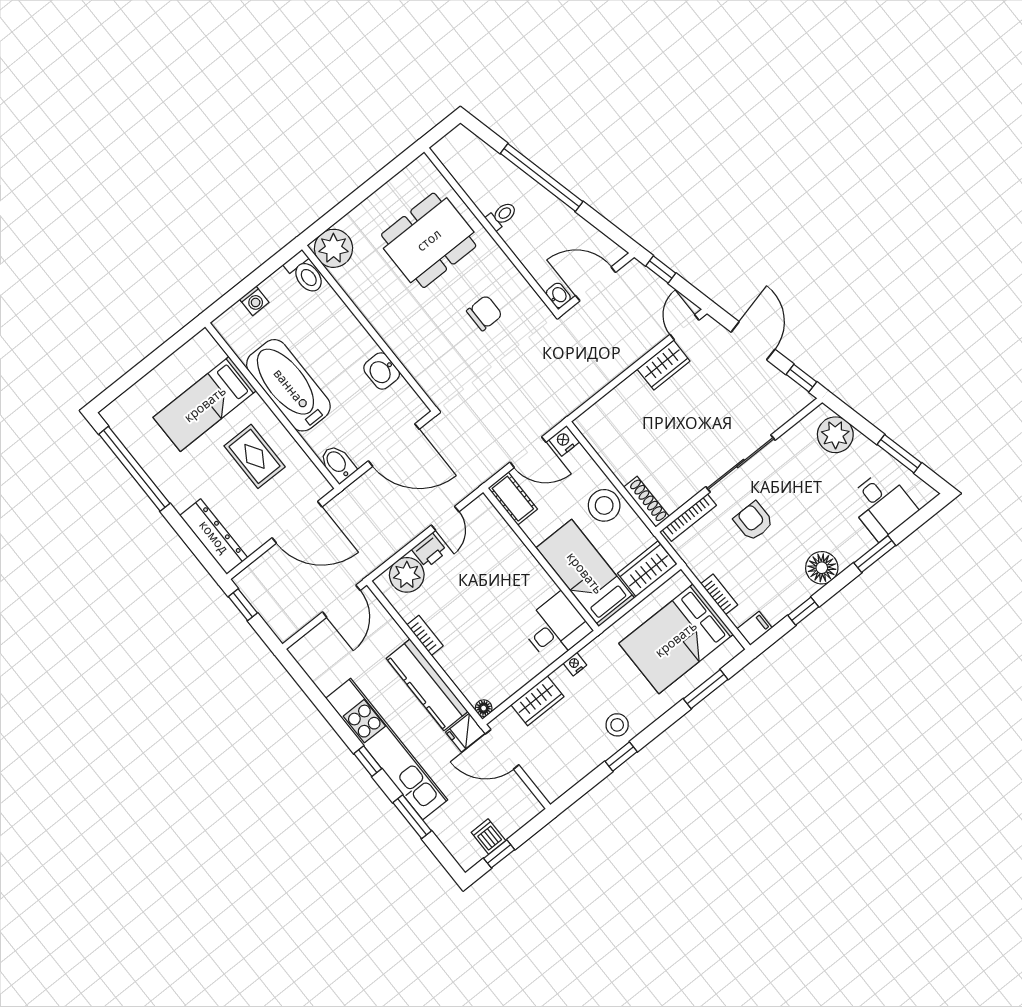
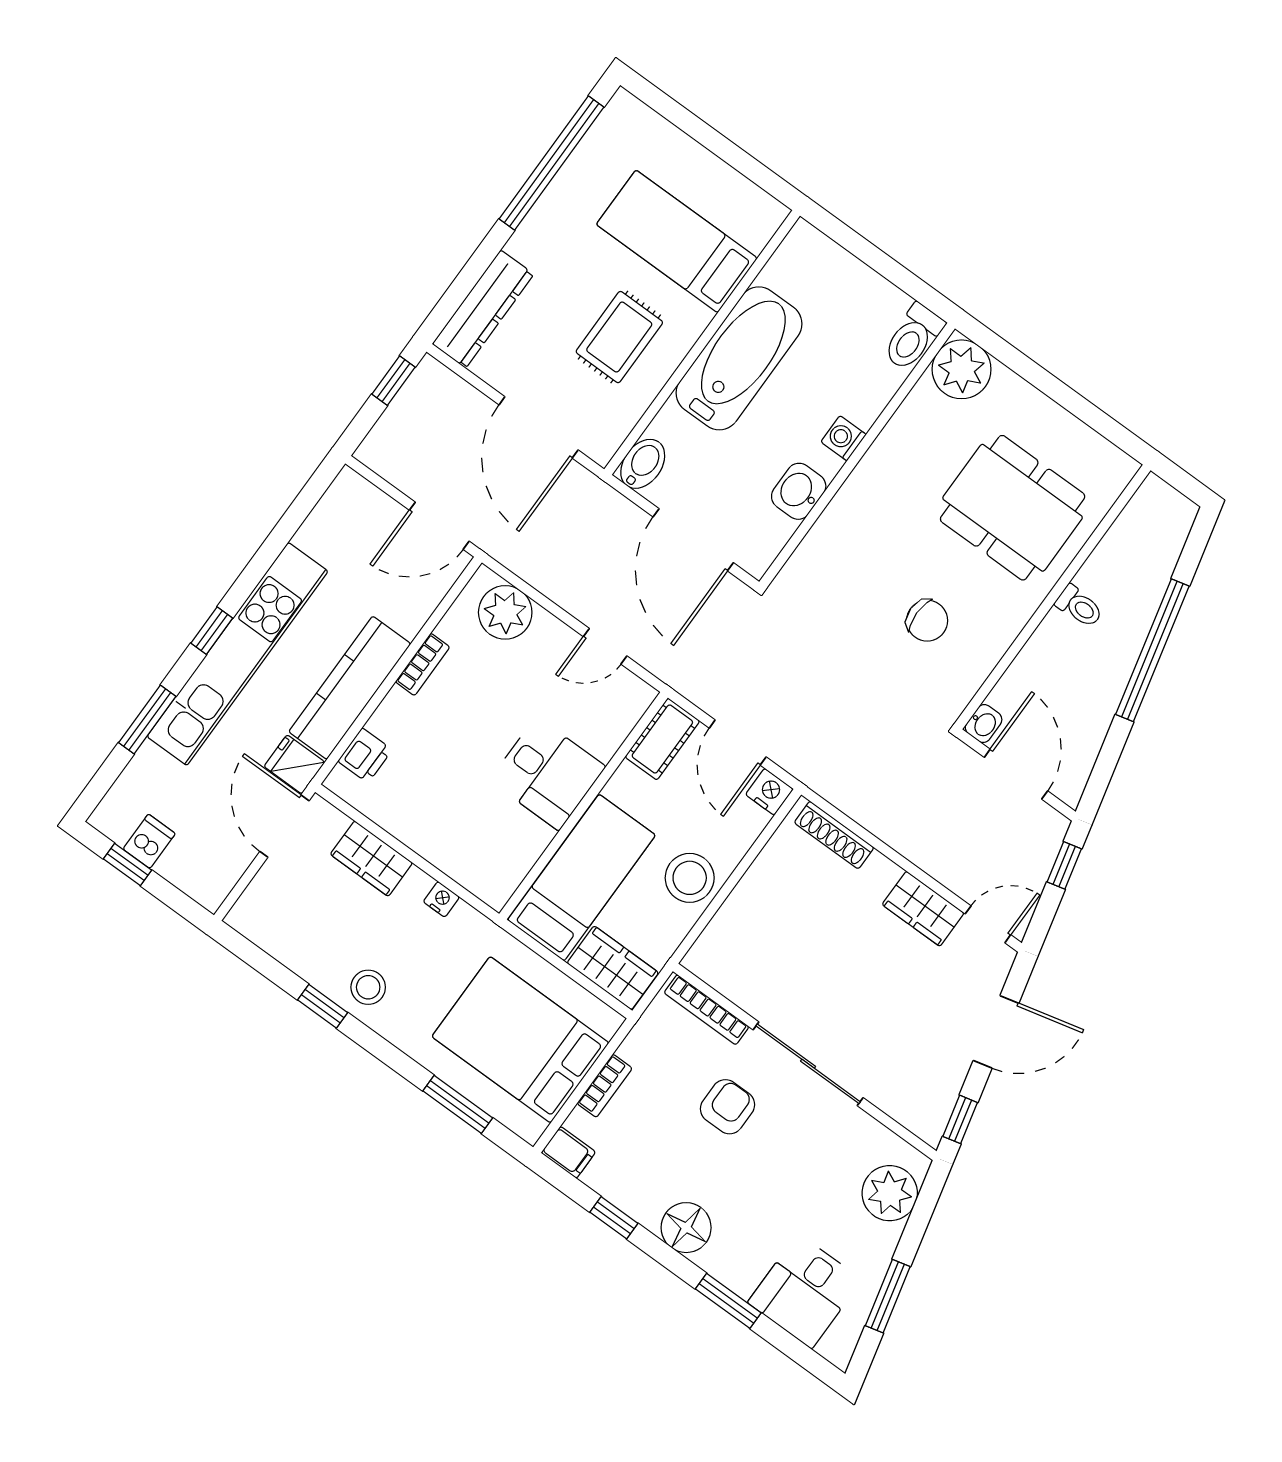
washing machine: (254, 301) -> (843, 438), moved, turned 90
shoe rack: (646, 502) -> (834, 835), moved, turned 90
printer: (429, 551) -> (365, 755), moved, turned -90
desk: (556, 628) -> (548, 773), moved
floor lamp: (484, 708) -> (338, 781), removed

